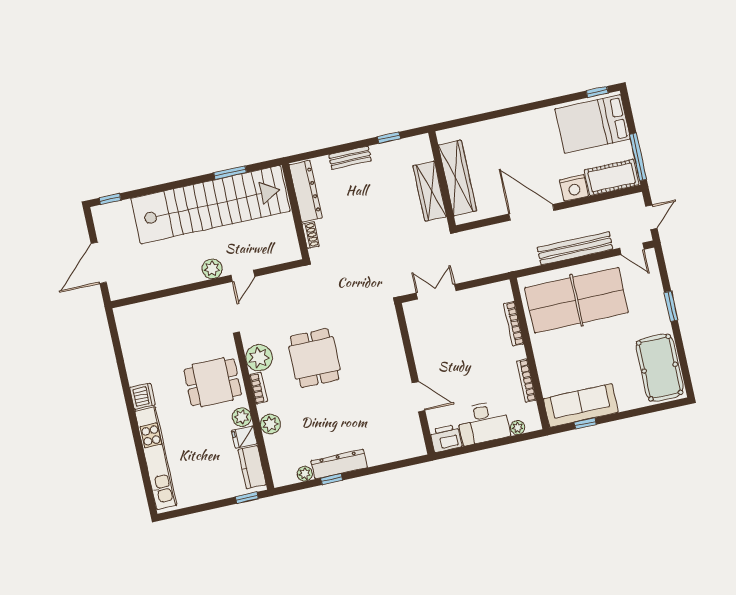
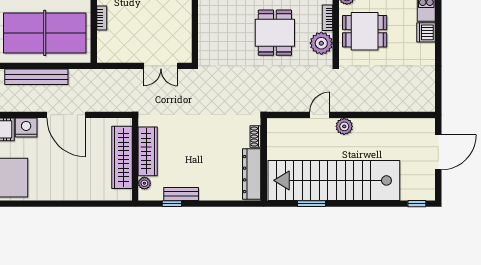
plant: (425, 154) -> (144, 183), added
bench: (350, 158) -> (181, 194), moved
bookcase: (514, 324) -> (102, 18), width x0.64

